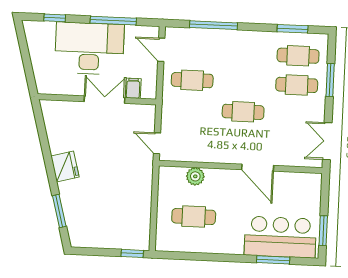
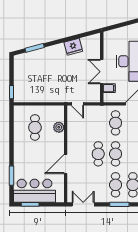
cafe table: (244, 83) -> (116, 154), added
double door: (105, 100) -> (102, 72), swing flipped
door: (157, 143) -> (77, 104), swing flipped
fridge: (65, 166) -> (73, 47), moved
bar counter: (280, 237) -> (35, 191), moved, turned -90

